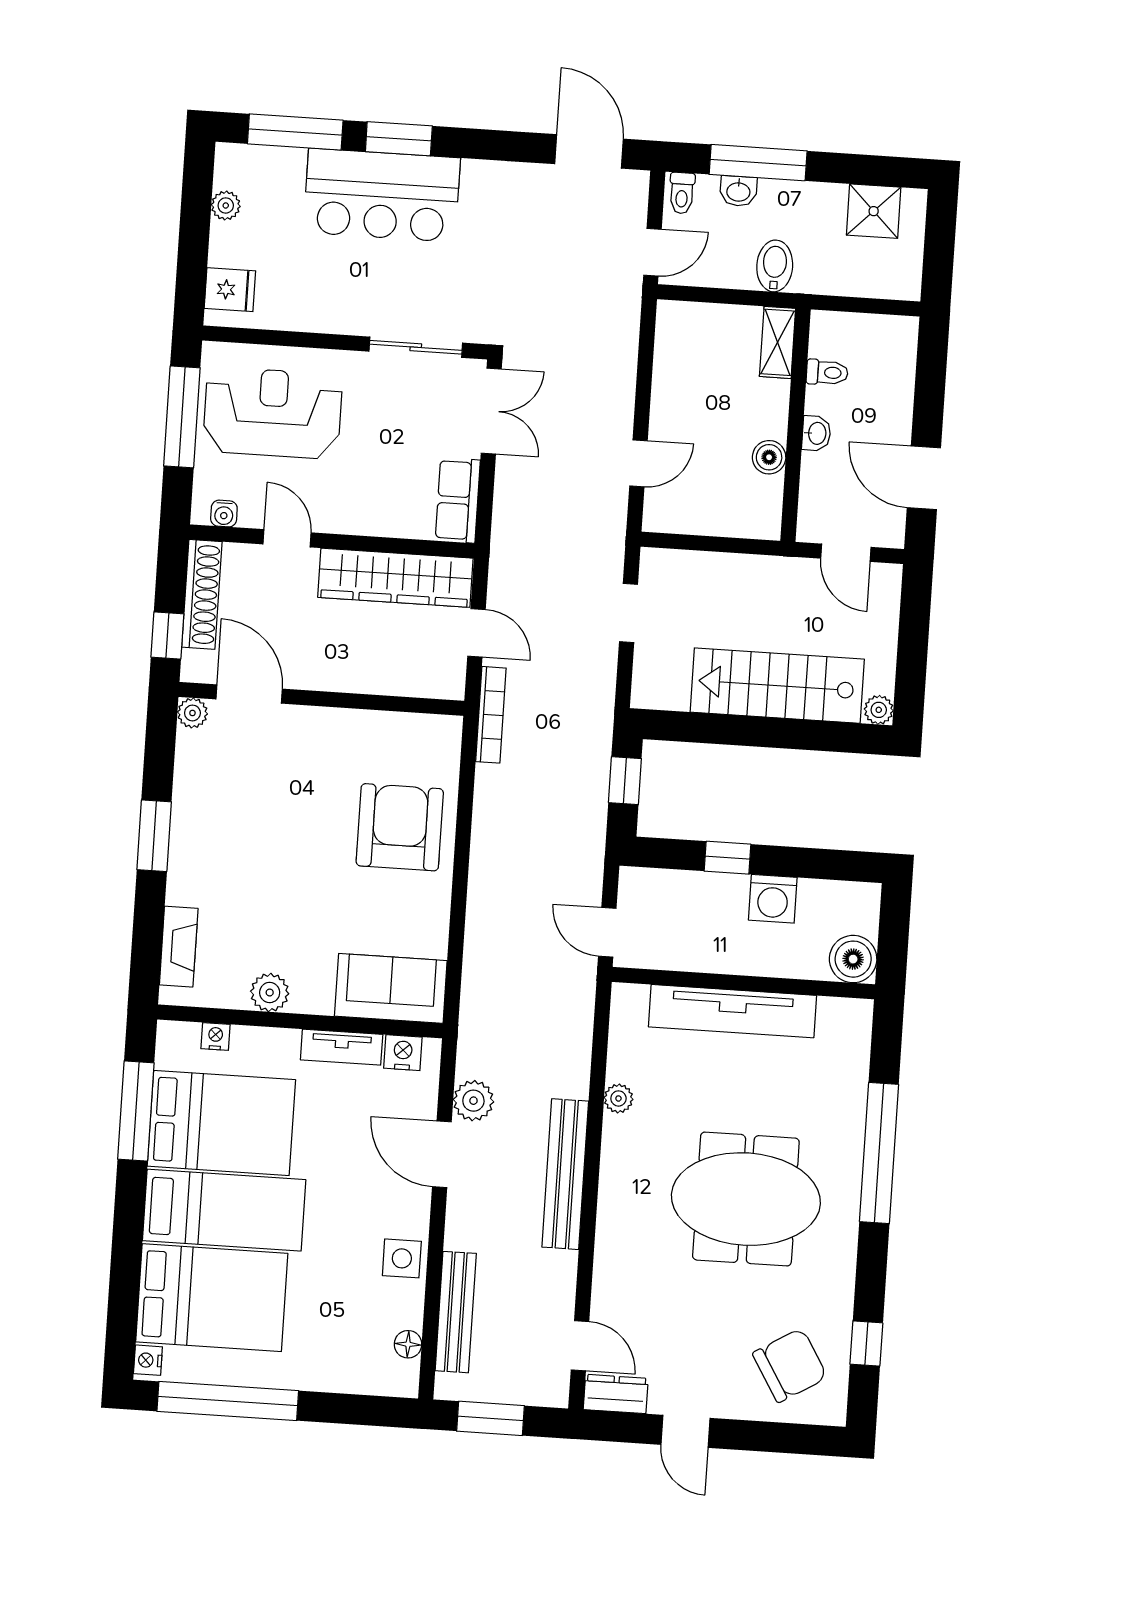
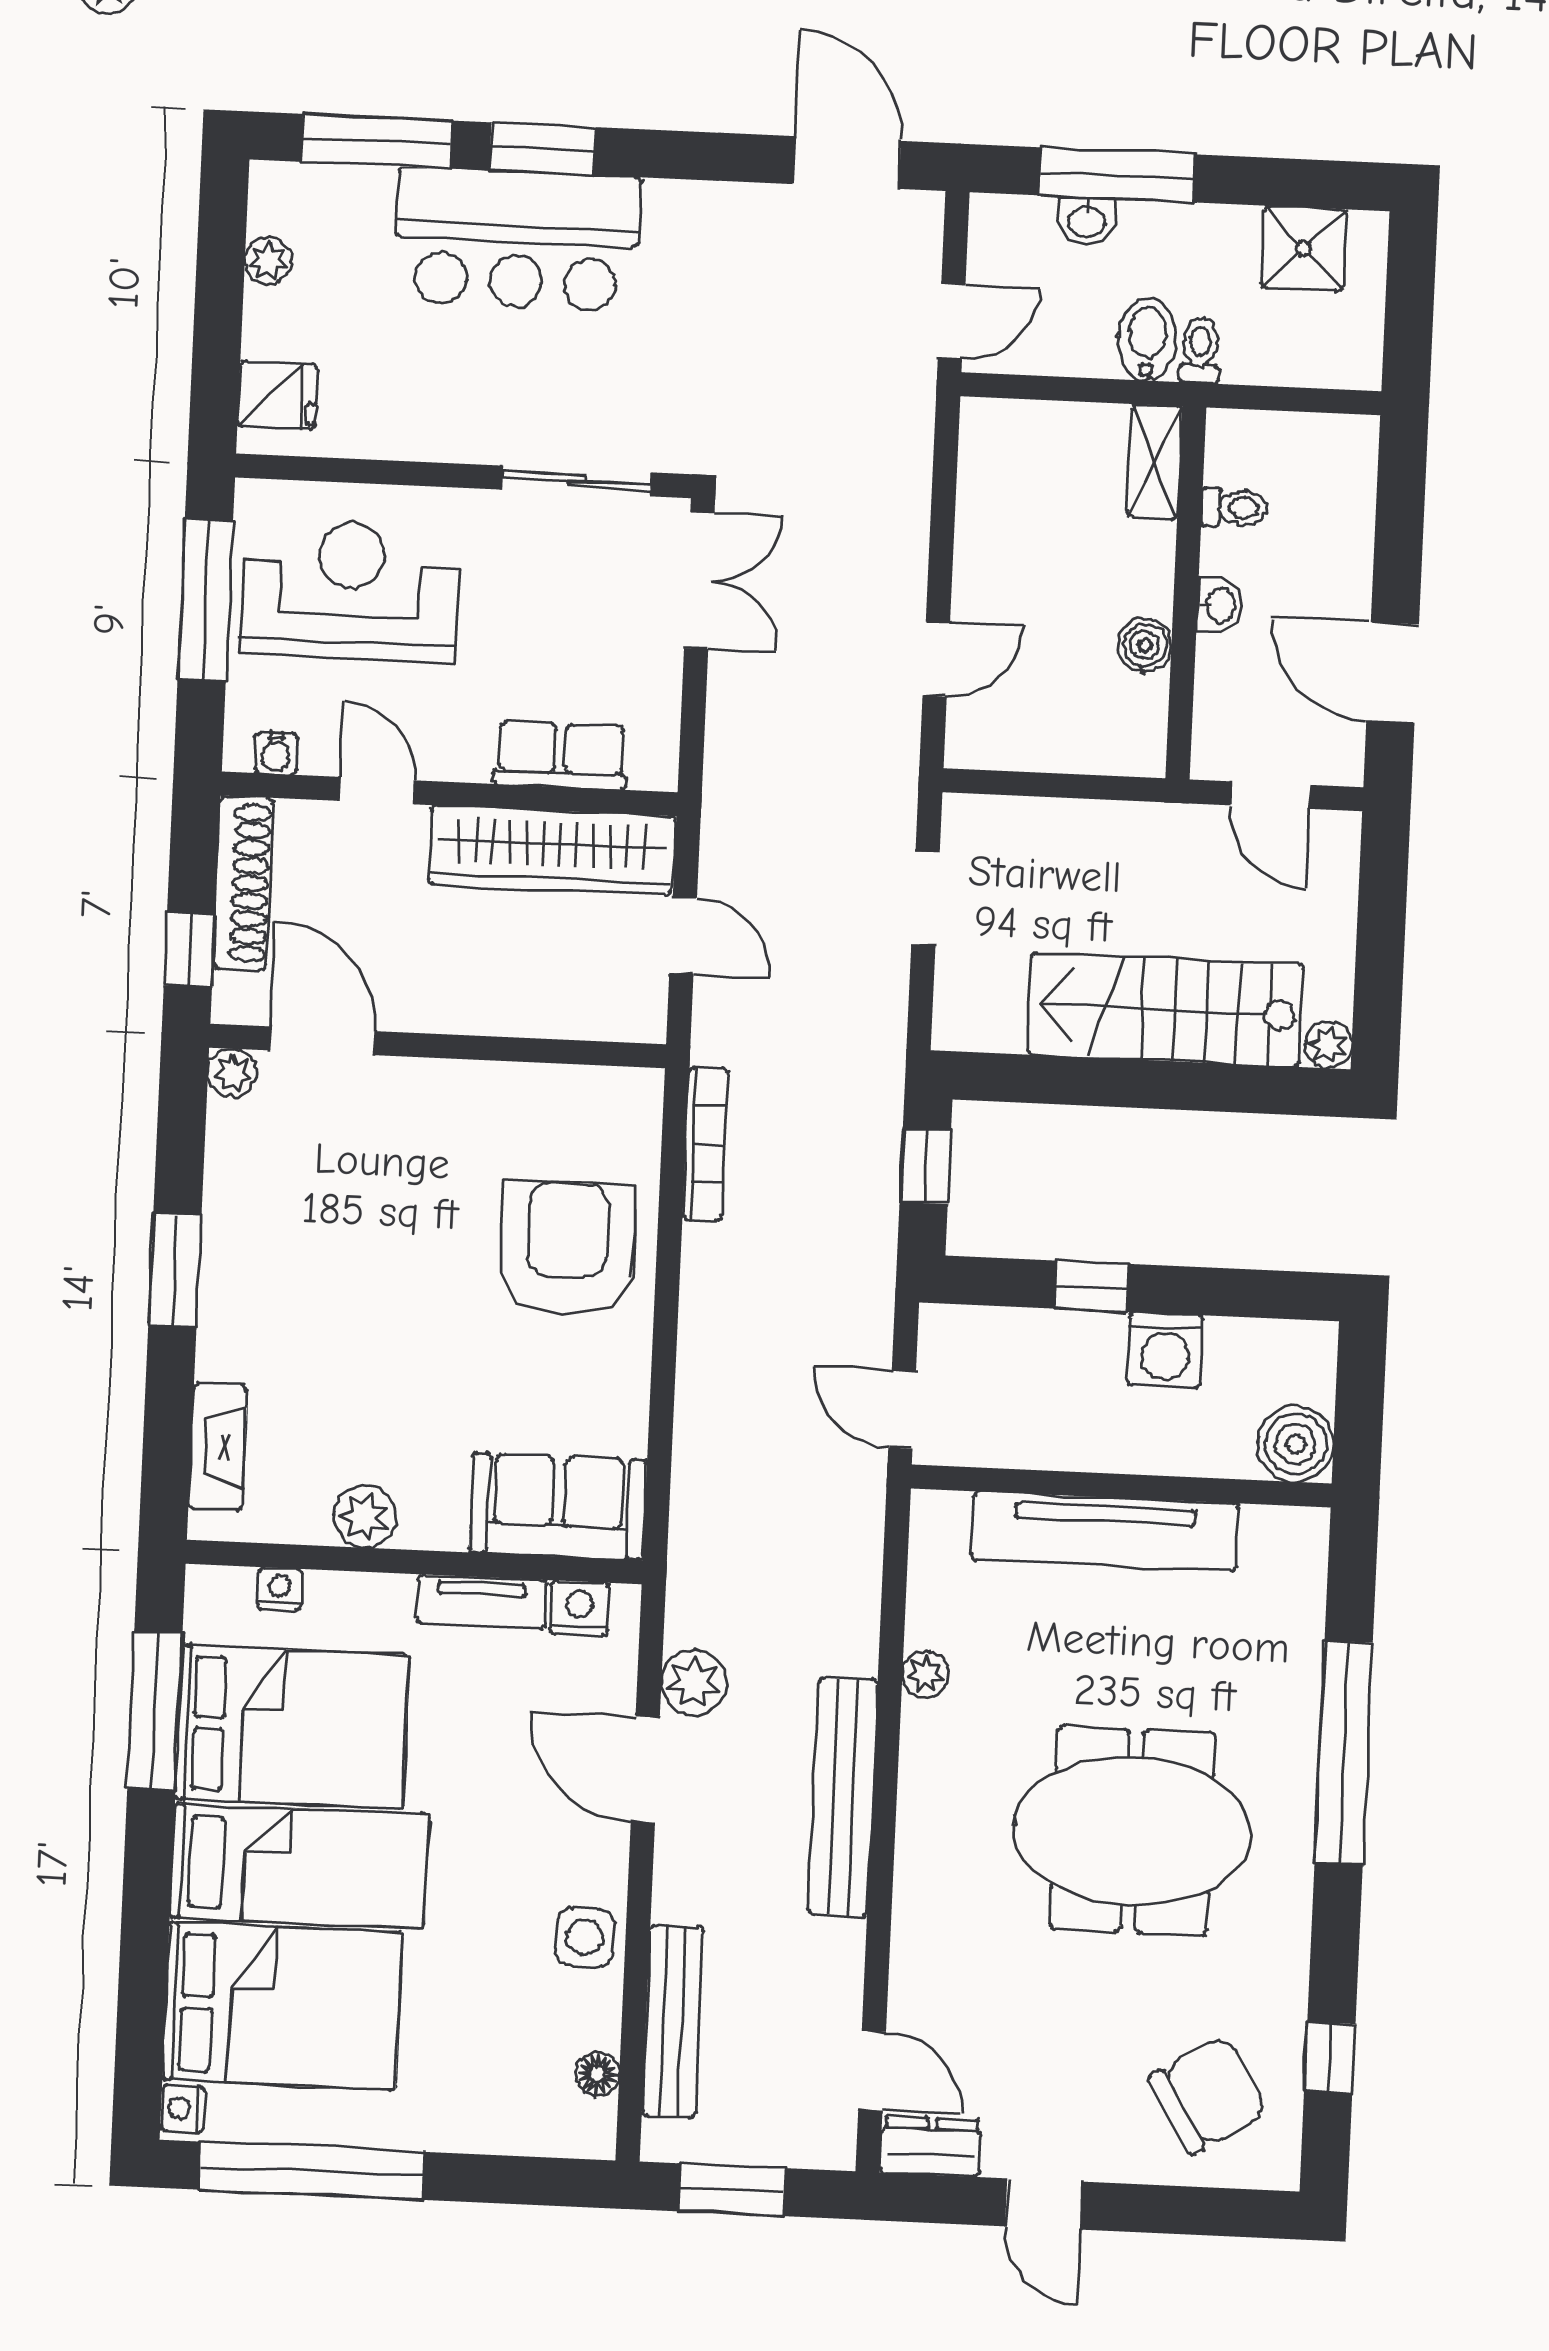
toilet: (682, 193) -> (1200, 350), moved, turned 180
row of seats: (458, 500) -> (561, 755), moved, turned 90
bookcase: (491, 715) -> (705, 1144), moved

